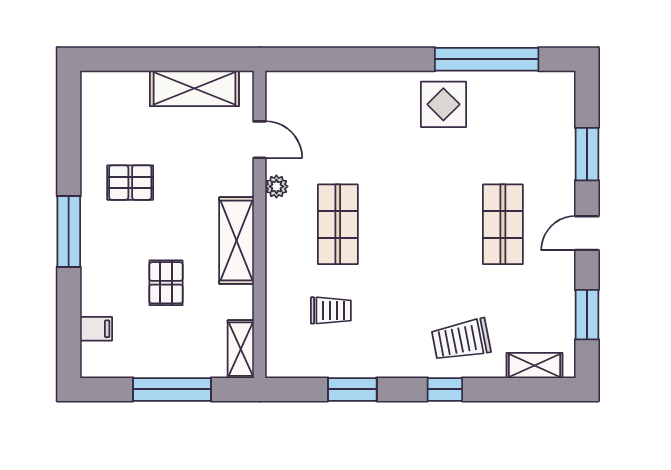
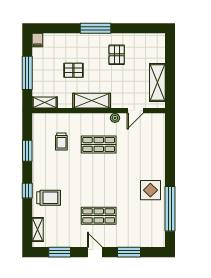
filing cabinet: (96, 329) -> (37, 40), moved
trolley: (461, 340) -> (49, 198), turned 101

